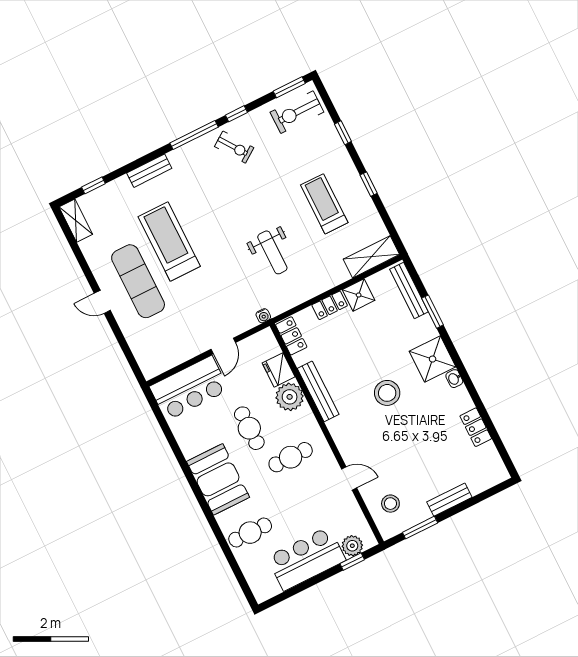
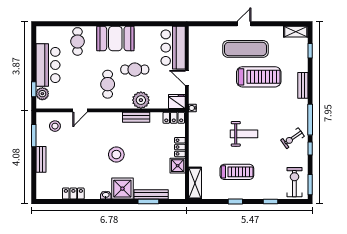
weight bench: (272, 252) -> (244, 134), moved, turned 180
bench: (409, 290) -> (151, 194), moved
fridge: (279, 370) -> (177, 102), moved
bench: (318, 391) -> (136, 117), width x0.73

